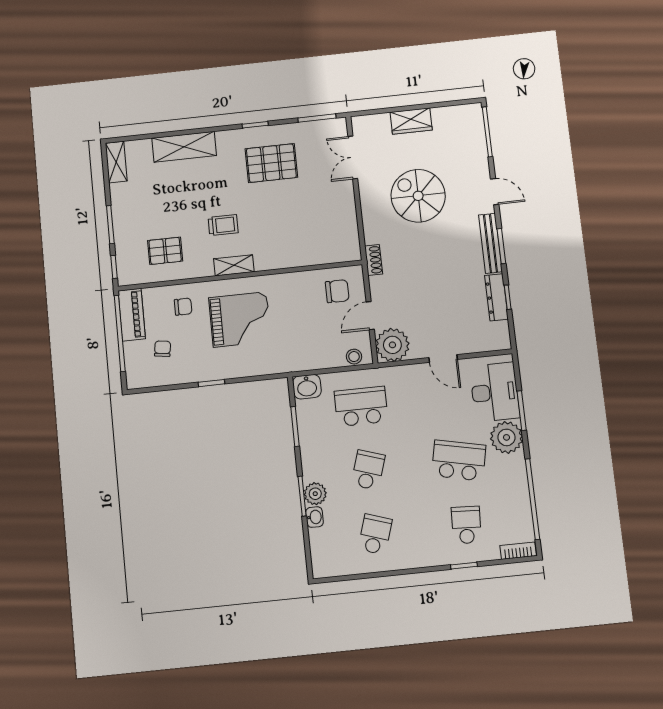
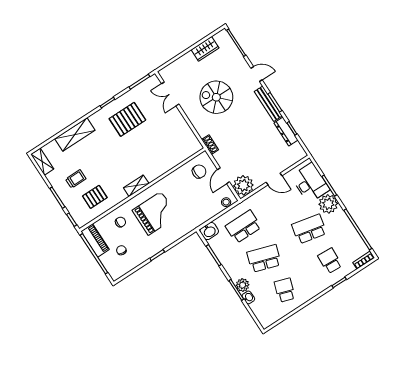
wardrobe: (411, 121) -> (205, 49), moved
trolley: (223, 225) -> (76, 179), moved
school desk: (368, 470) -> (264, 258), width x1.85

